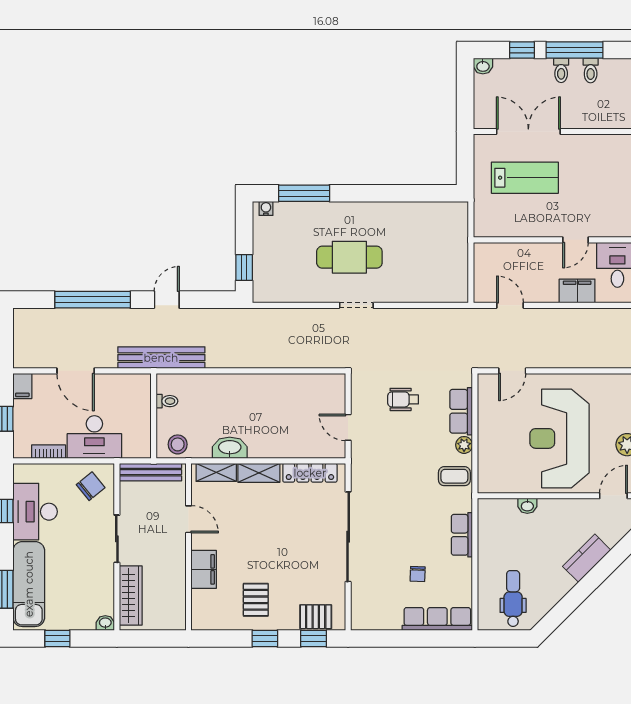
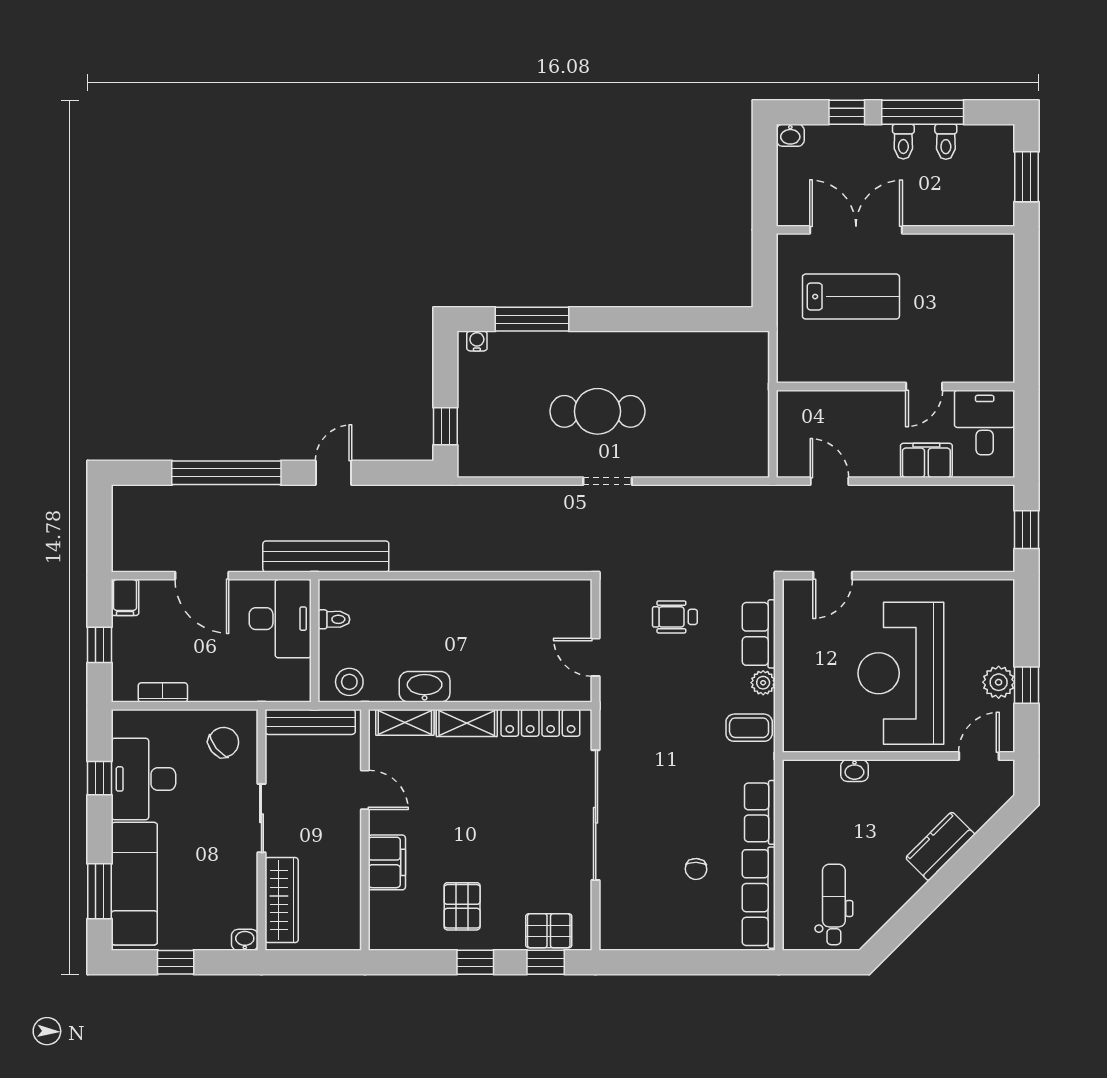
desk: (94, 437) -> (280, 619), moved, turned -90
row of seats: (437, 619) -> (759, 898), moved, turned -90

